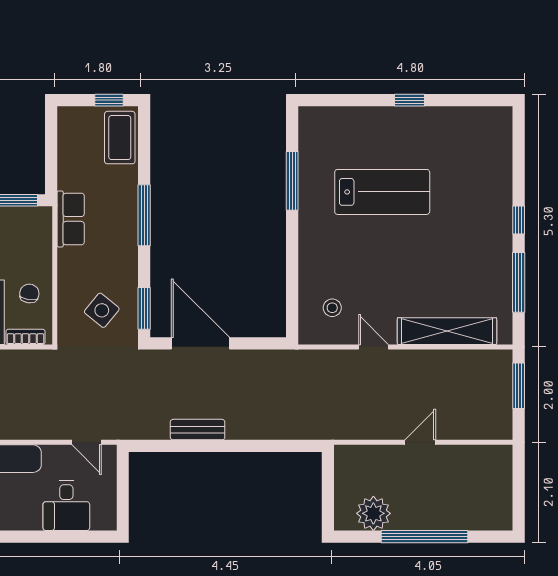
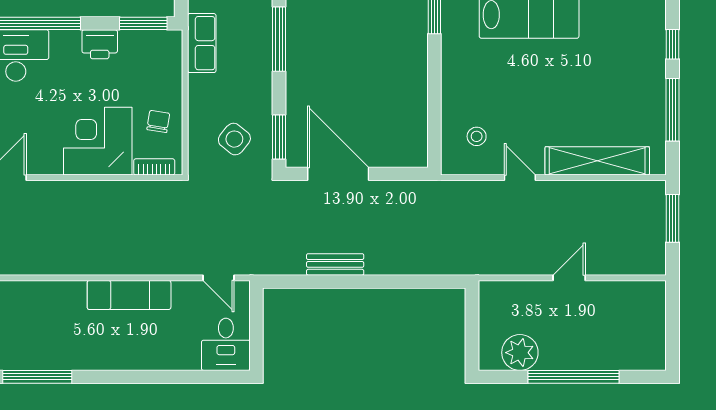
desk: (66, 506) -> (226, 344), moved

